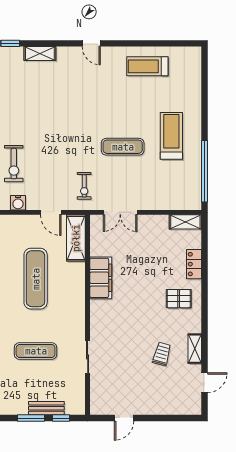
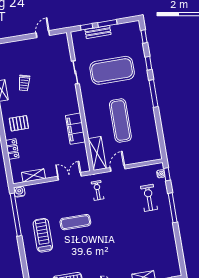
treadmill: (171, 136) -> (43, 235), turned 180
water cooler: (18, 203) -> (19, 192), moved
door: (51, 212) -> (118, 168), hinge flipped
shelving: (185, 222) -> (34, 176), moved
exercise mat: (36, 351) -> (112, 70), width x2.00, depth x1.45

